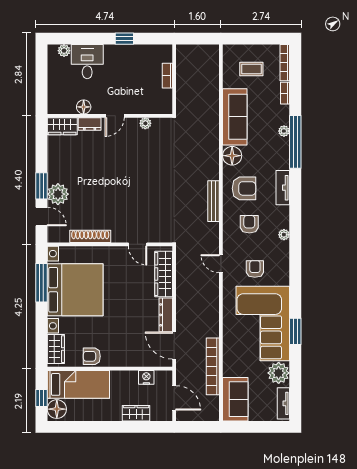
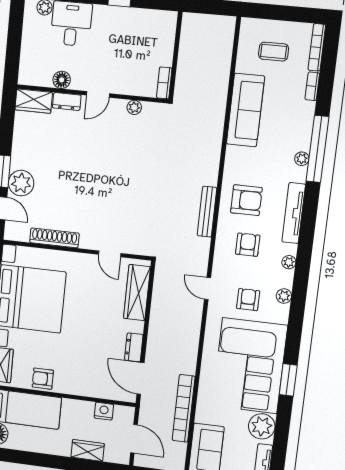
bookcase: (167, 76) -> (164, 83), moved
plant: (284, 131) -> (302, 159), moved
floor lamp: (232, 156) -> (236, 158), removed
tv unit: (283, 188) -> (294, 213), width x1.41
plant: (283, 263) -> (284, 296), added
dresser: (166, 315) -> (134, 347), width x0.70

